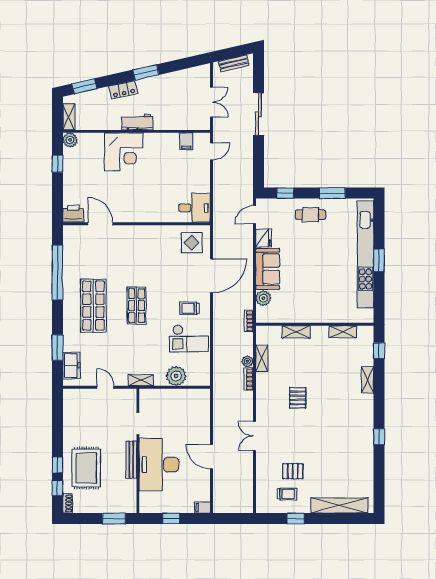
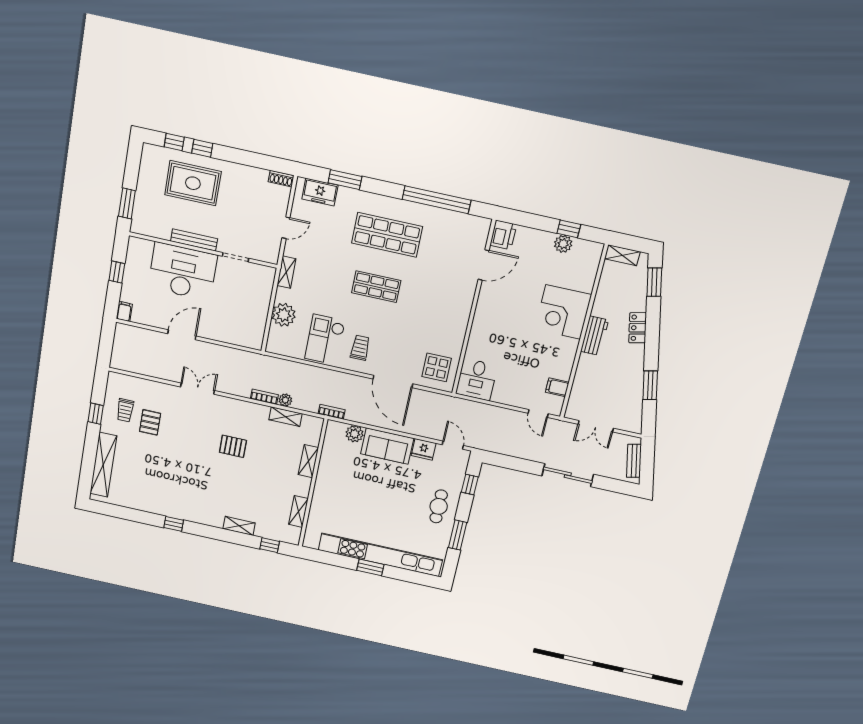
window: (146, 72) -> (650, 385), moved
plant: (70, 140) -> (563, 244), moved
shoe rack: (68, 503) -> (281, 179), moved

